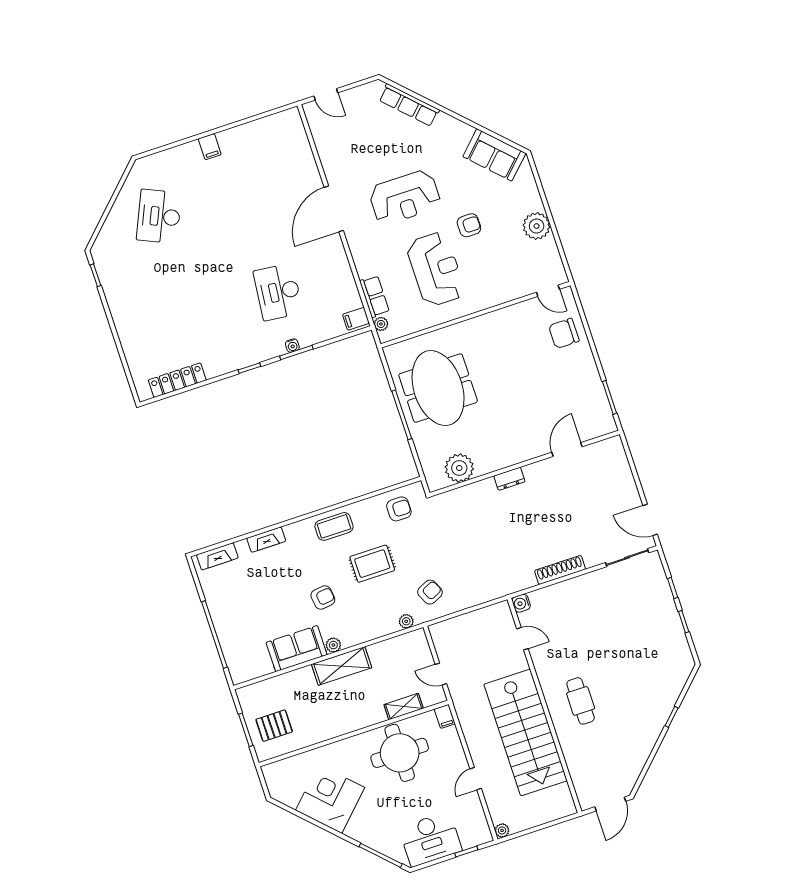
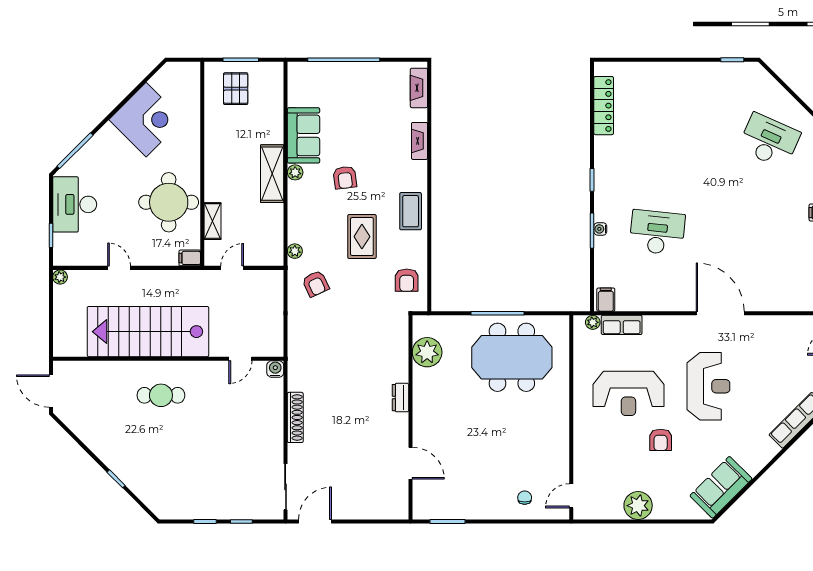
reception desk: (405, 197) -> (708, 386), turned 180
chair: (564, 333) -> (525, 498), width x0.54, depth x0.54

